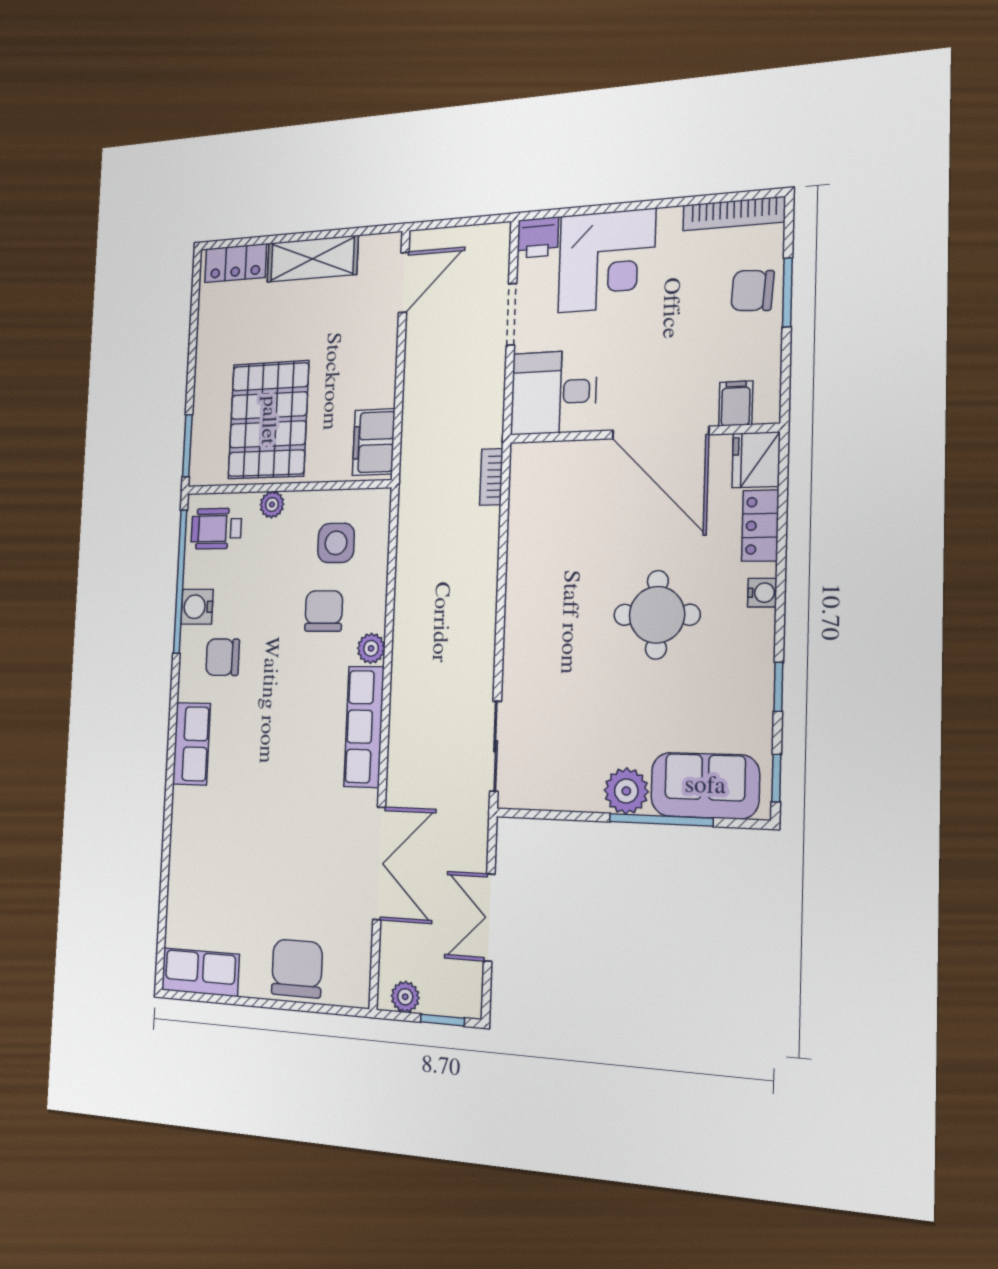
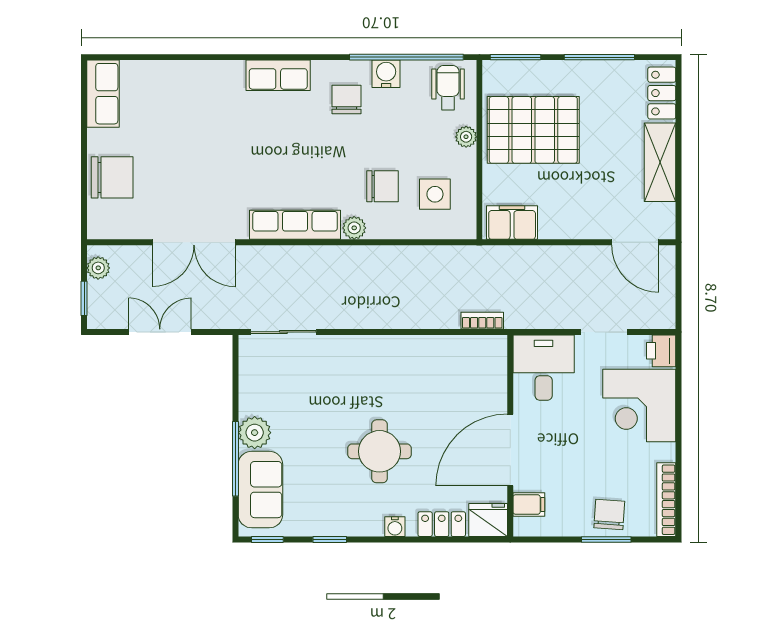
window: (193, 343) -> (599, 57), added

